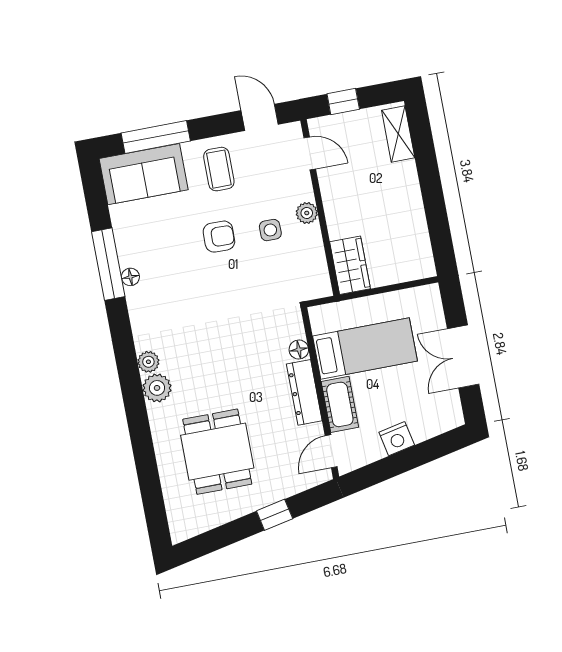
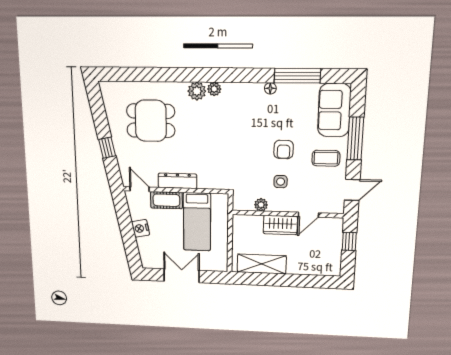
shelving: (398, 134) -> (262, 264), moved, width x1.50, depth x1.33
window: (156, 137) -> (355, 139), moved
door: (310, 153) -> (308, 215), moved
plant: (307, 213) -> (261, 205), moved
window: (108, 264) -> (297, 76), moved
wardrobe: (350, 265) -> (280, 225), moved
floor lamp: (299, 350) -> (204, 183), removed

